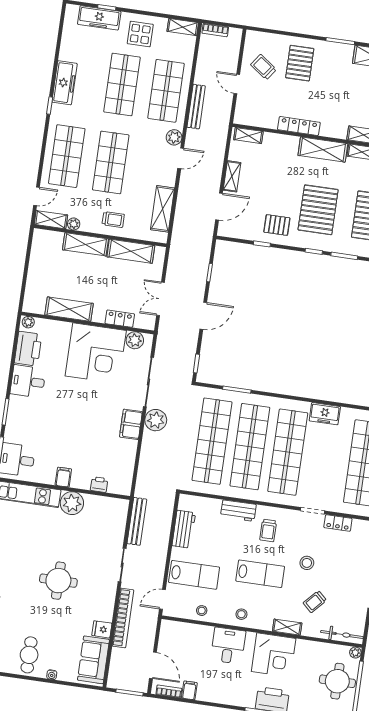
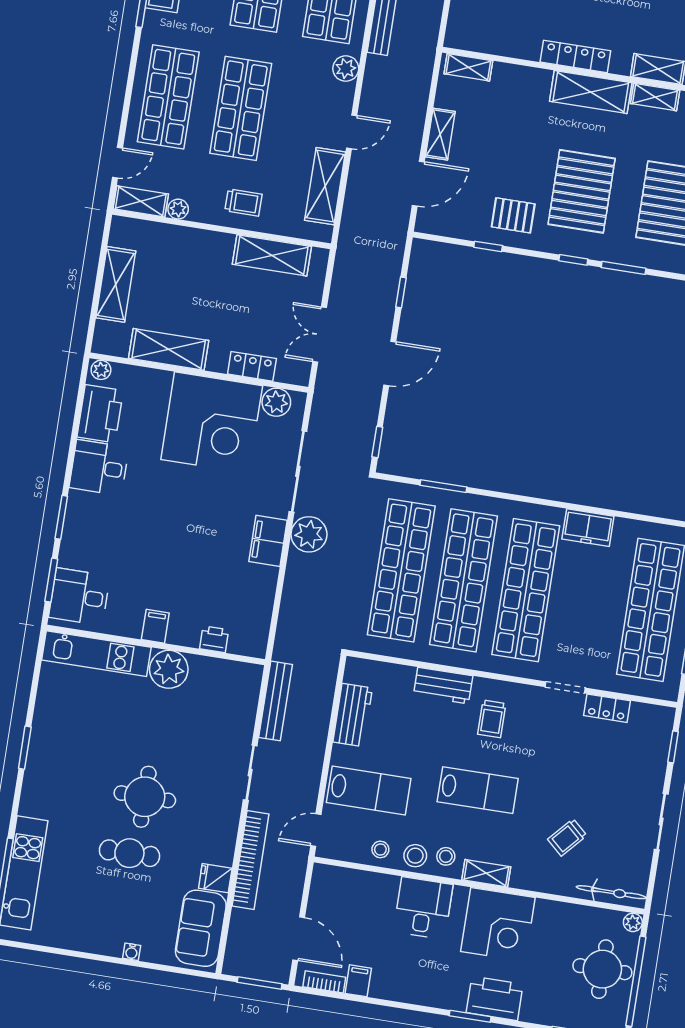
locker: (299, 126) -> (575, 56), moved
door: (181, 158) -> (352, 132), moved
shelving: (85, 244) -> (116, 284), moved, turned 90
stool: (307, 563) -> (415, 856), moved
shelving: (287, 627) -> (486, 873), moved
cafe table: (29, 655) -> (129, 853), moved, turned 90

